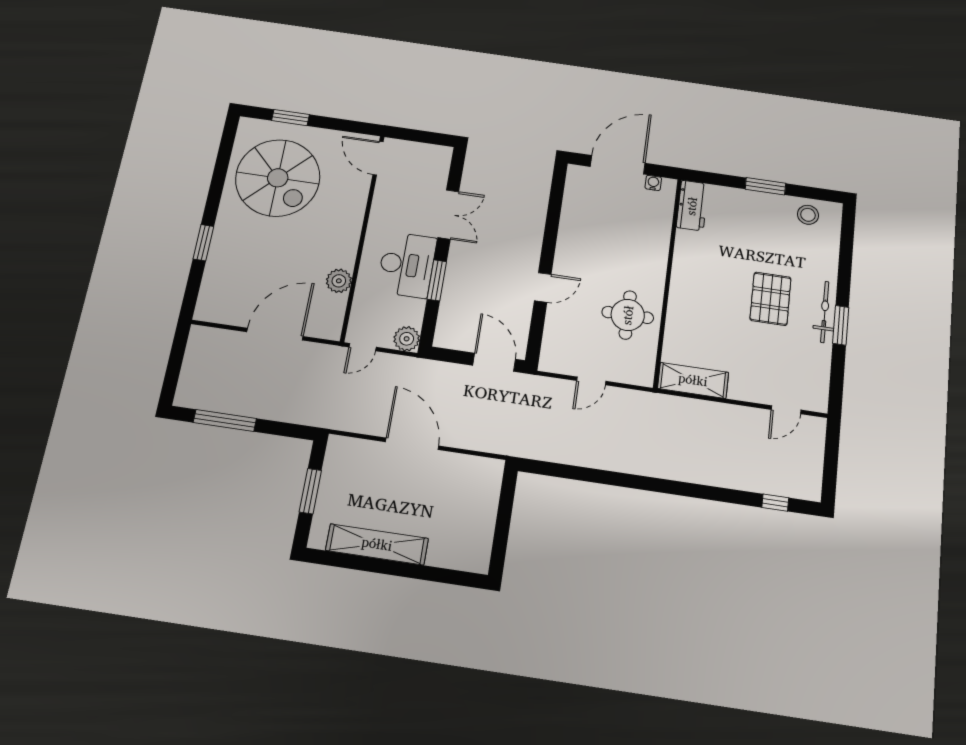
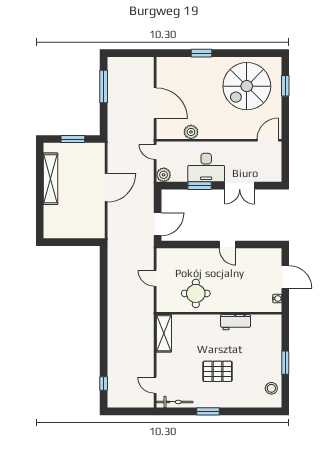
door: (618, 165) -> (285, 277), width x0.73
workbench: (692, 206) -> (236, 322), moved
door: (543, 287) -> (227, 245), moved
bicycle: (825, 312) -> (175, 402), moved

